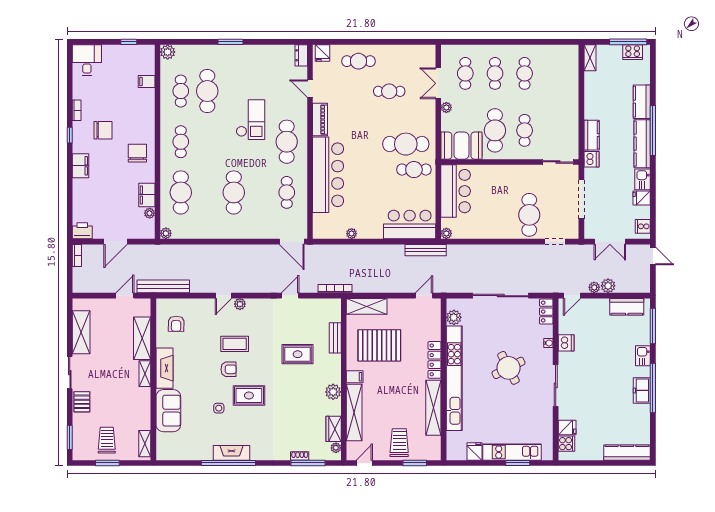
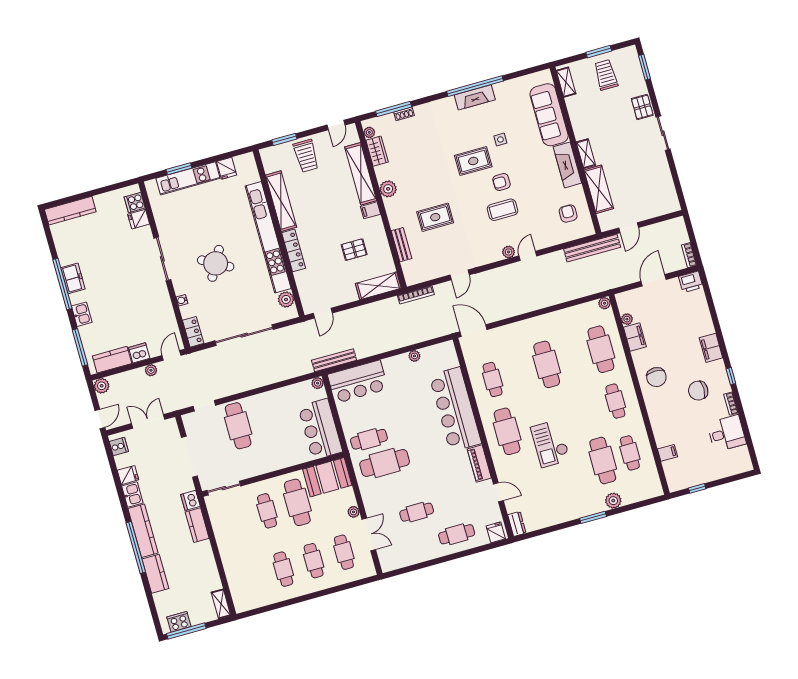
plant: (168, 52) -> (613, 501), moved
desk: (87, 60) -> (727, 433), moved, turned -90
door: (653, 256) -> (100, 419), swing flipped
plant: (608, 286) -> (102, 386), moved
shelving: (81, 332) -> (663, 178), removed
dishwasher: (566, 343) -> (139, 353), moved, turned 90
pallet: (379, 345) -> (354, 250), width x0.49, depth x0.50
round table: (509, 368) -> (216, 263), turned -34
sofa: (168, 411) -> (549, 115), width x1.36
trolley: (107, 440) -> (606, 75), turned 180

